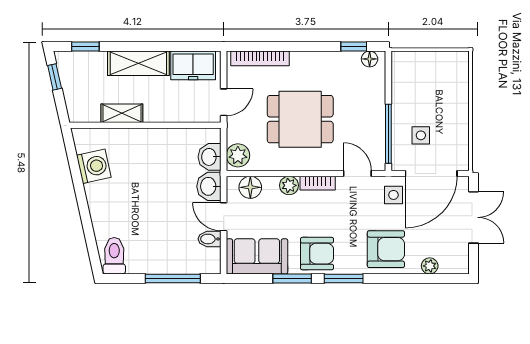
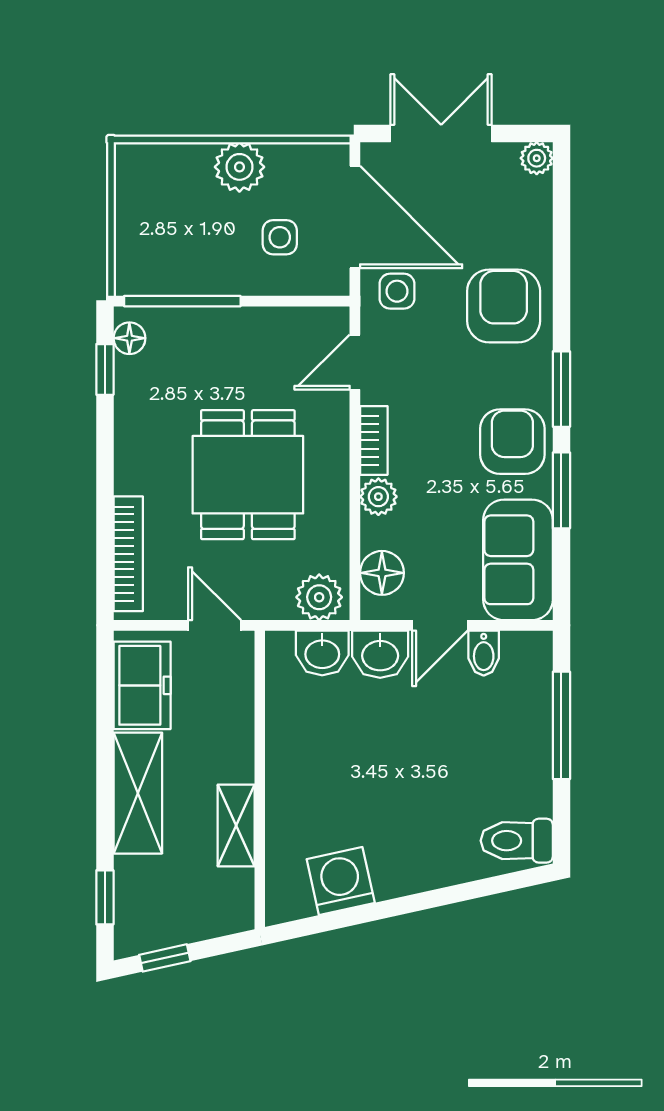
plant: (457, 115) -> (239, 167), added
window: (388, 134) -> (182, 301), moved
plant: (430, 266) -> (537, 158), moved

